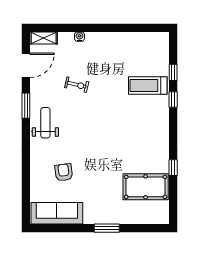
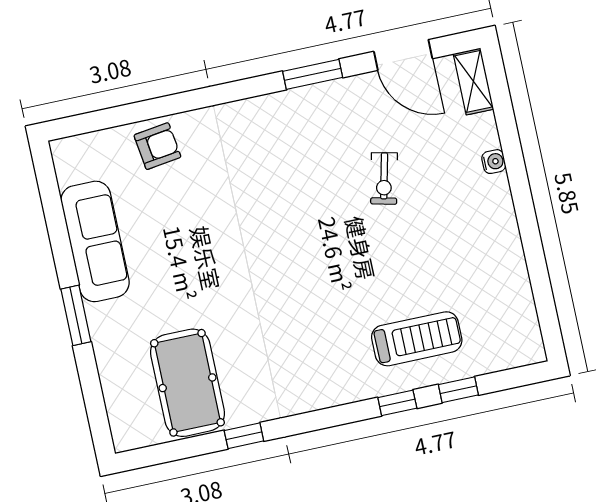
treadmill: (148, 85) -> (417, 339), turned 90
weight bench: (45, 123) -> (283, 126), removed
armchair: (64, 172) -> (157, 146), moved
sofa: (57, 213) -> (95, 241), moved

